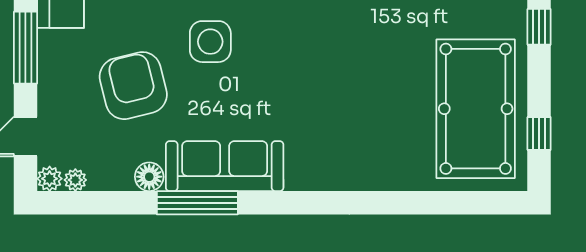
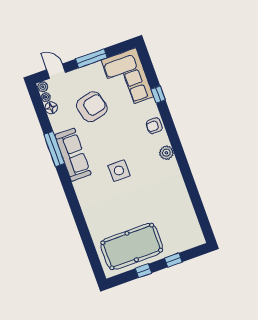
side table: (210, 42) -> (119, 171), moved
window: (539, 134) -> (143, 271), moved
floor lamp: (149, 177) -> (51, 108), moved

